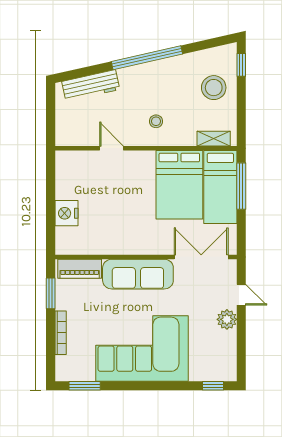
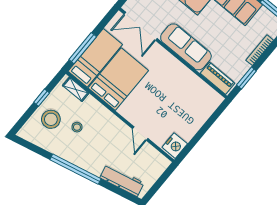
window: (241, 65) -> (42, 98), moved
stool: (156, 121) -> (77, 127), moved
nightstand: (66, 213) -> (175, 146), moved

